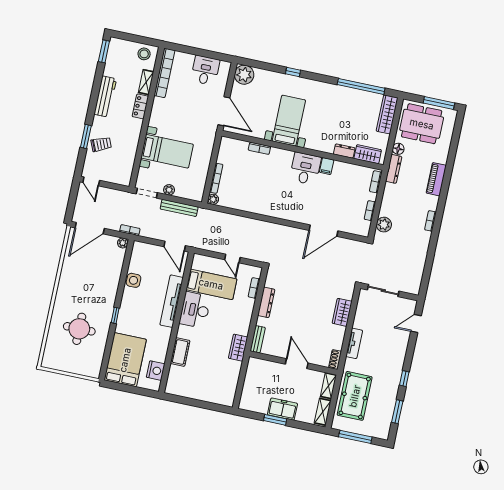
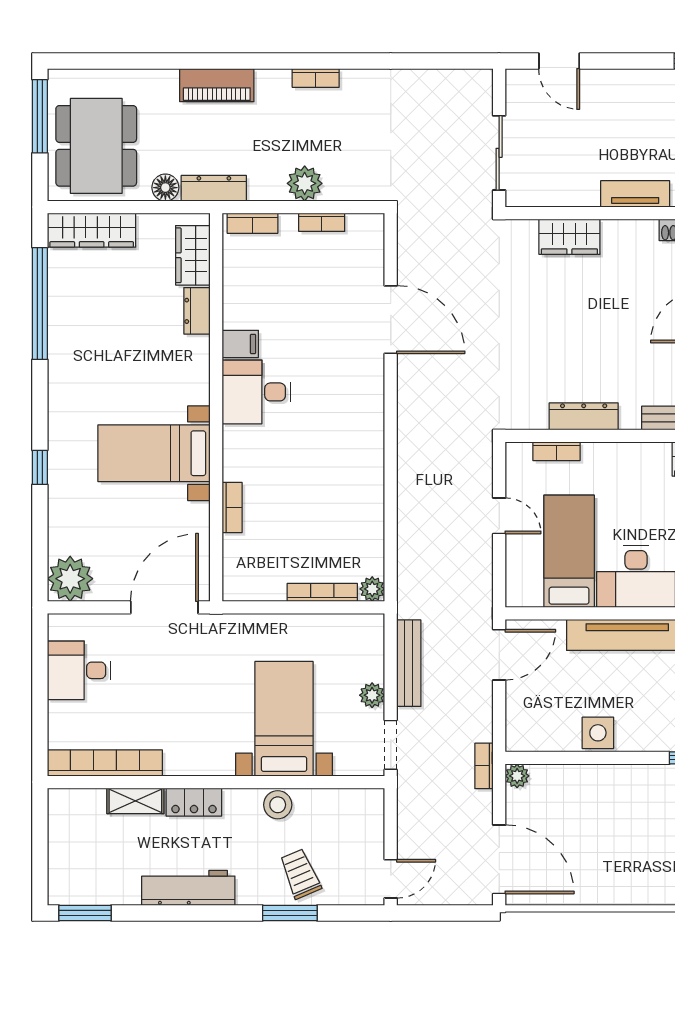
stool: (144, 54) -> (278, 805), moved
plant: (384, 225) -> (305, 183), moved
door: (232, 258) -> (499, 516), hinge flipped

